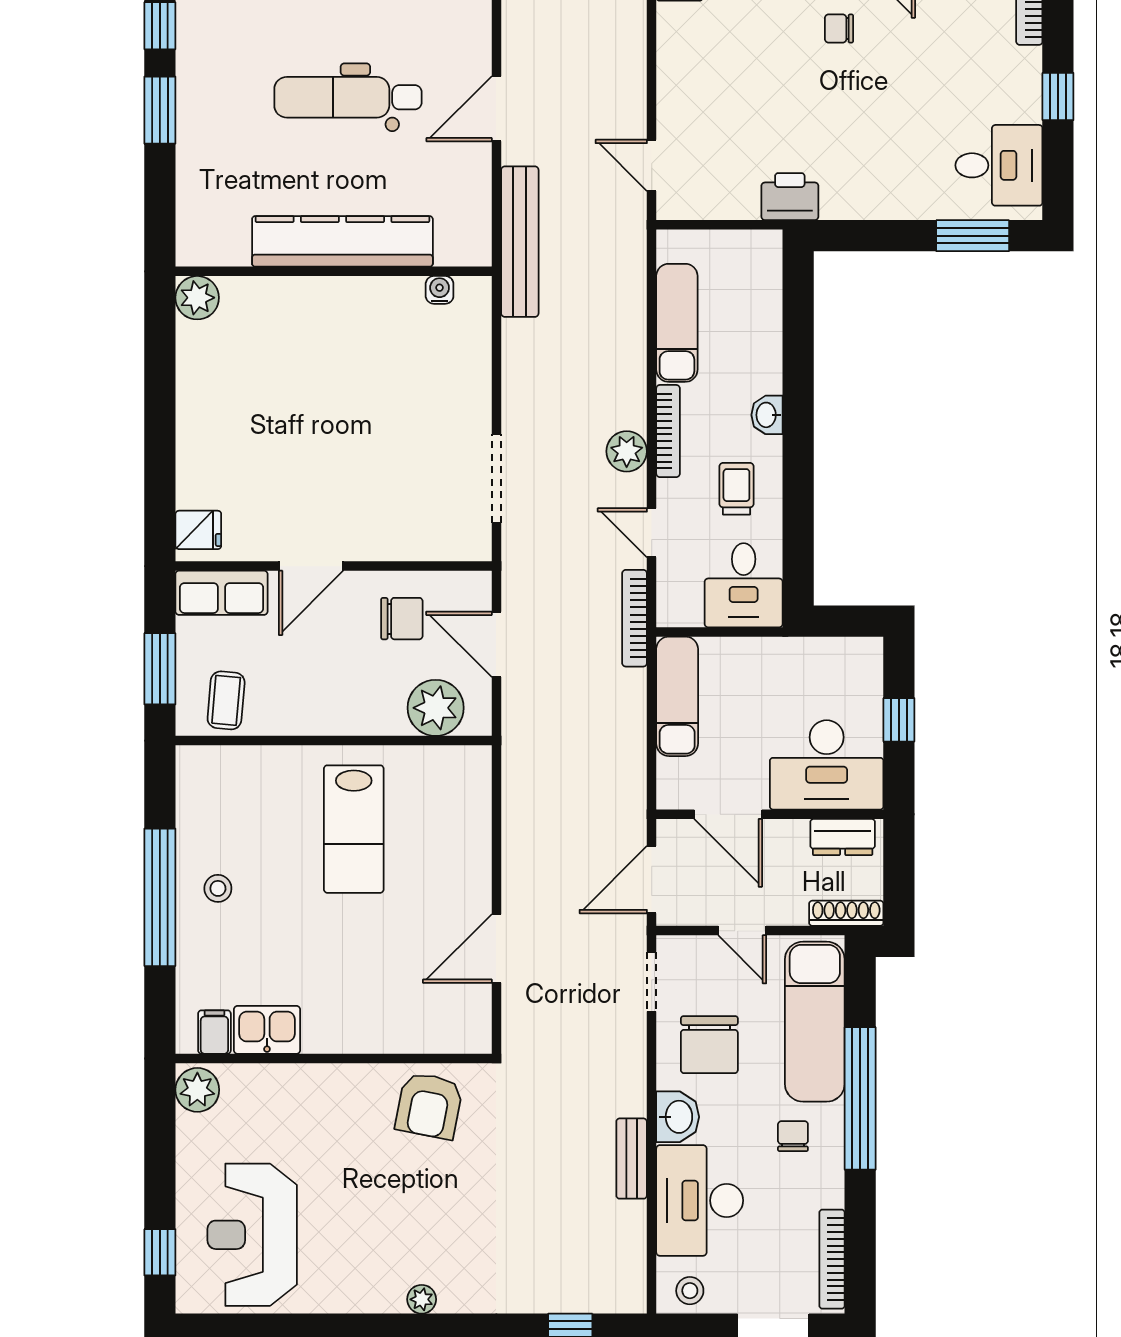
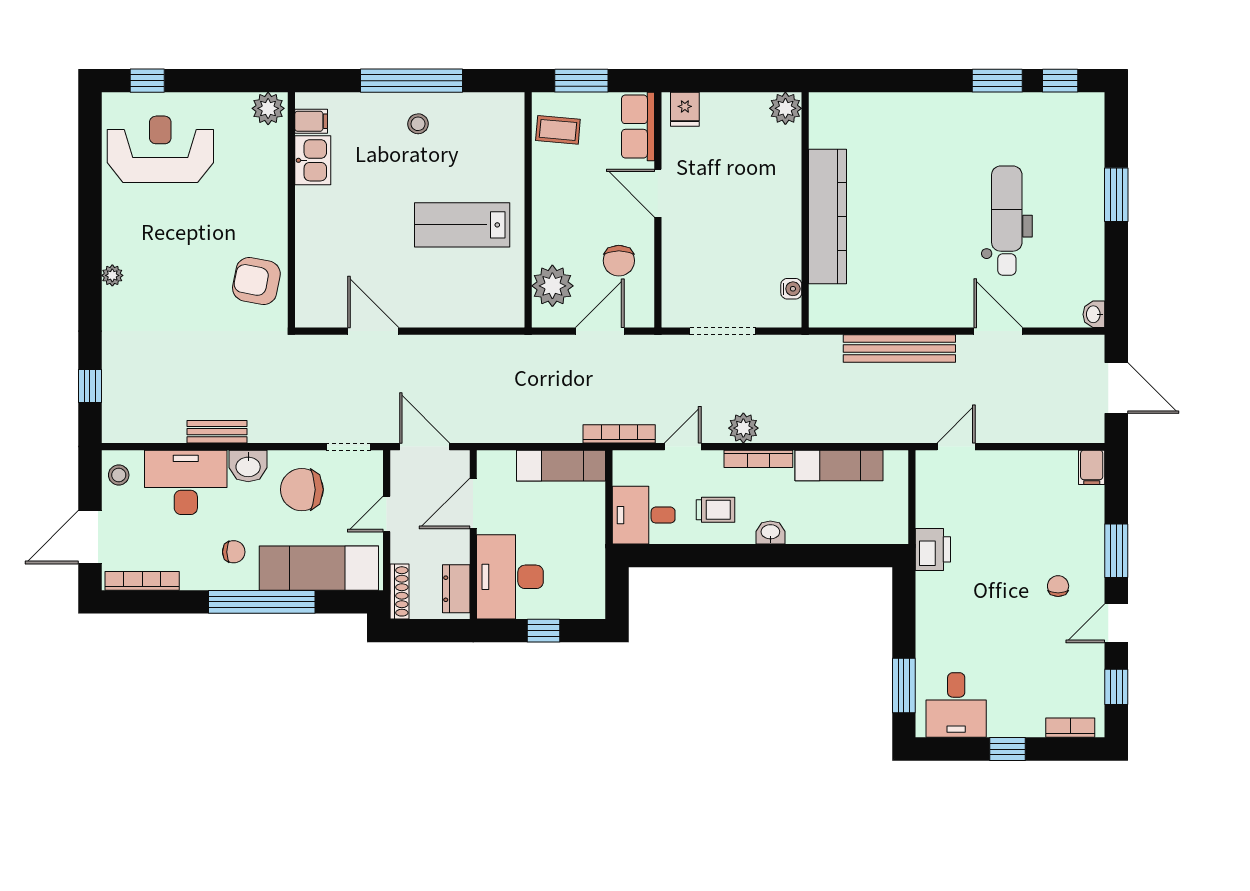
kitchen counter: (342, 241) -> (827, 216), moved
wall: (334, 271) -> (805, 210), moved
water cooler: (440, 290) -> (791, 289), moved
plant: (197, 298) -> (785, 108), moved

